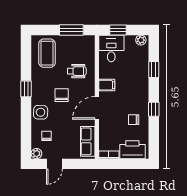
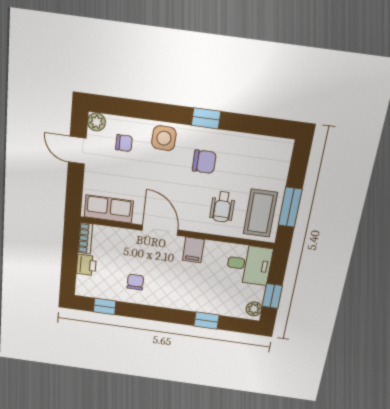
window: (118, 30) -> (272, 296), moved
coffee table: (47, 53) -> (260, 213), moved, turned 90
chair: (62, 95) -> (204, 162), moved
window: (154, 109) -> (105, 306), moved
printer: (132, 150) -> (86, 265), width x0.53, depth x0.68

